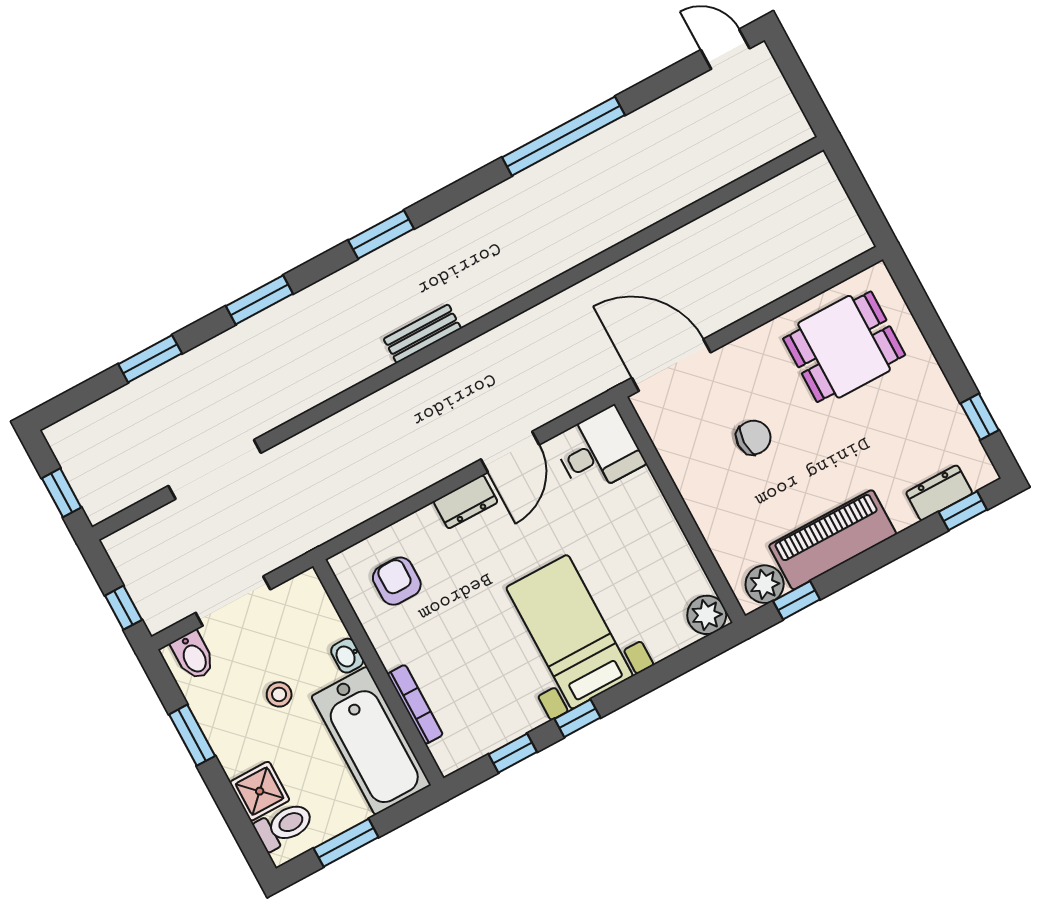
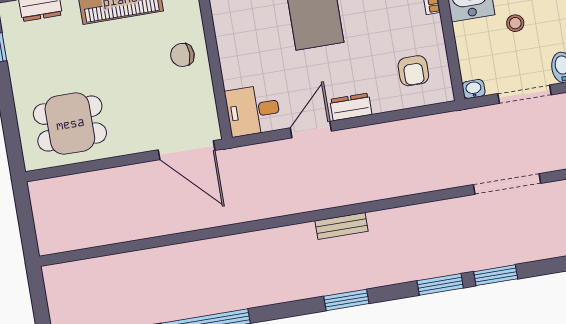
window: (150, 359) -> (496, 275), moved
chair: (753, 437) -> (182, 55), moved
washbasin: (347, 656) -> (474, 89), moved, turned -90

